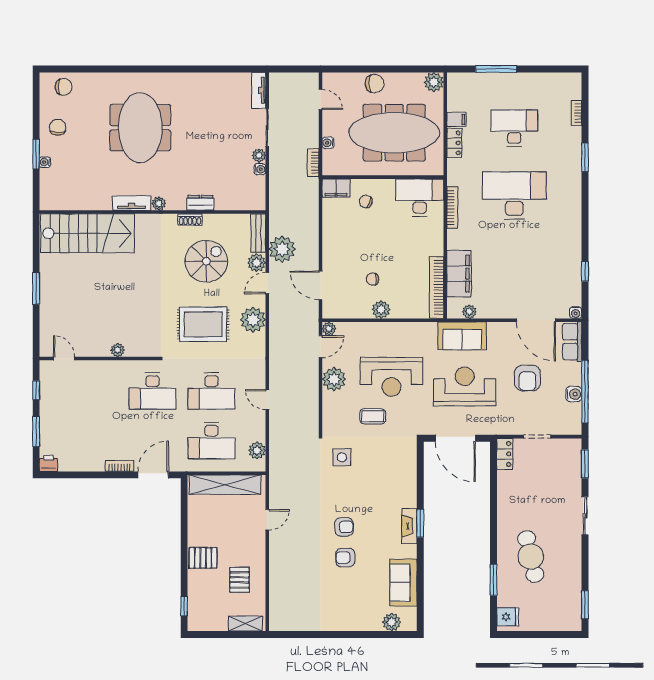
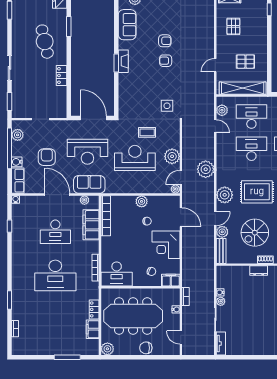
filing cabinet: (457, 119) -> (93, 329), width x2.00
desk: (514, 128) -> (55, 232), moved
corner desk: (344, 243) -> (166, 245), added
plant: (282, 249) -> (206, 169), moved
door: (536, 320) -> (57, 195), moved
water cooler: (574, 394) -> (17, 162), moved
door: (267, 400) -> (215, 126), moved
plant: (573, 412) -> (18, 135), added
locker: (505, 454) -> (62, 76), moved
pallet: (203, 558) -> (245, 62), moved

